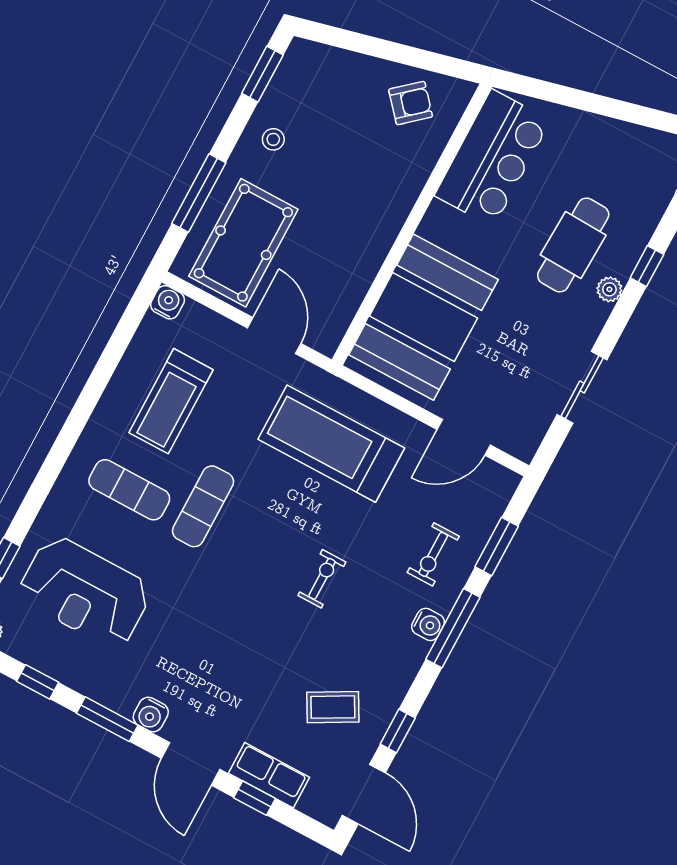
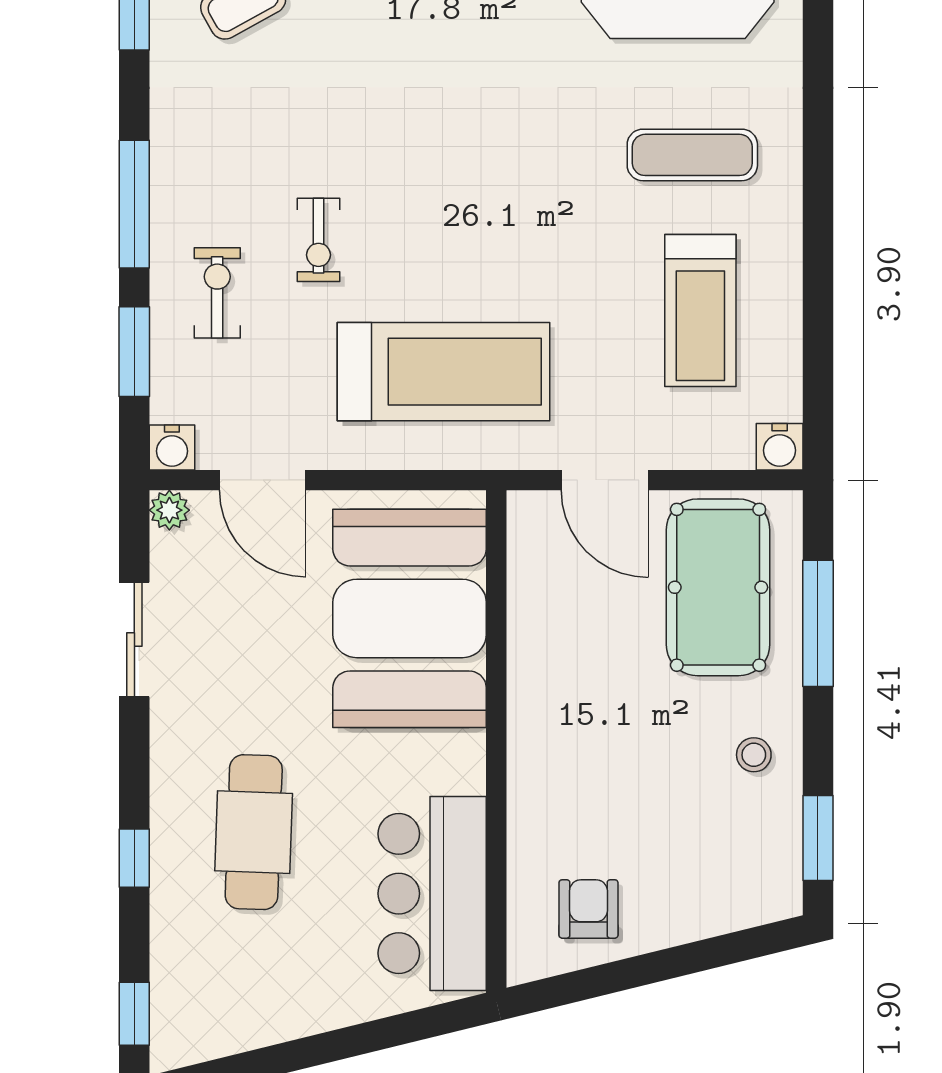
armchair: (411, 103) -> (588, 909), turned 131
plant: (609, 289) -> (169, 510), moved
treadmill: (171, 401) -> (700, 311), turned 180
door: (464, 437) -> (263, 480), swing flipped
exercise mat: (203, 506) -> (576, 187), removed
exercise bike: (322, 579) -> (318, 240), moved
water cooler: (428, 624) -> (172, 447), moved, turned -90

